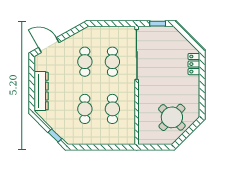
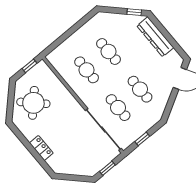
window: (114, 24) -> (142, 139), added
locker: (194, 64) -> (41, 148), moved
window: (55, 135) -> (134, 12), moved
window: (152, 147) -> (30, 66), added

